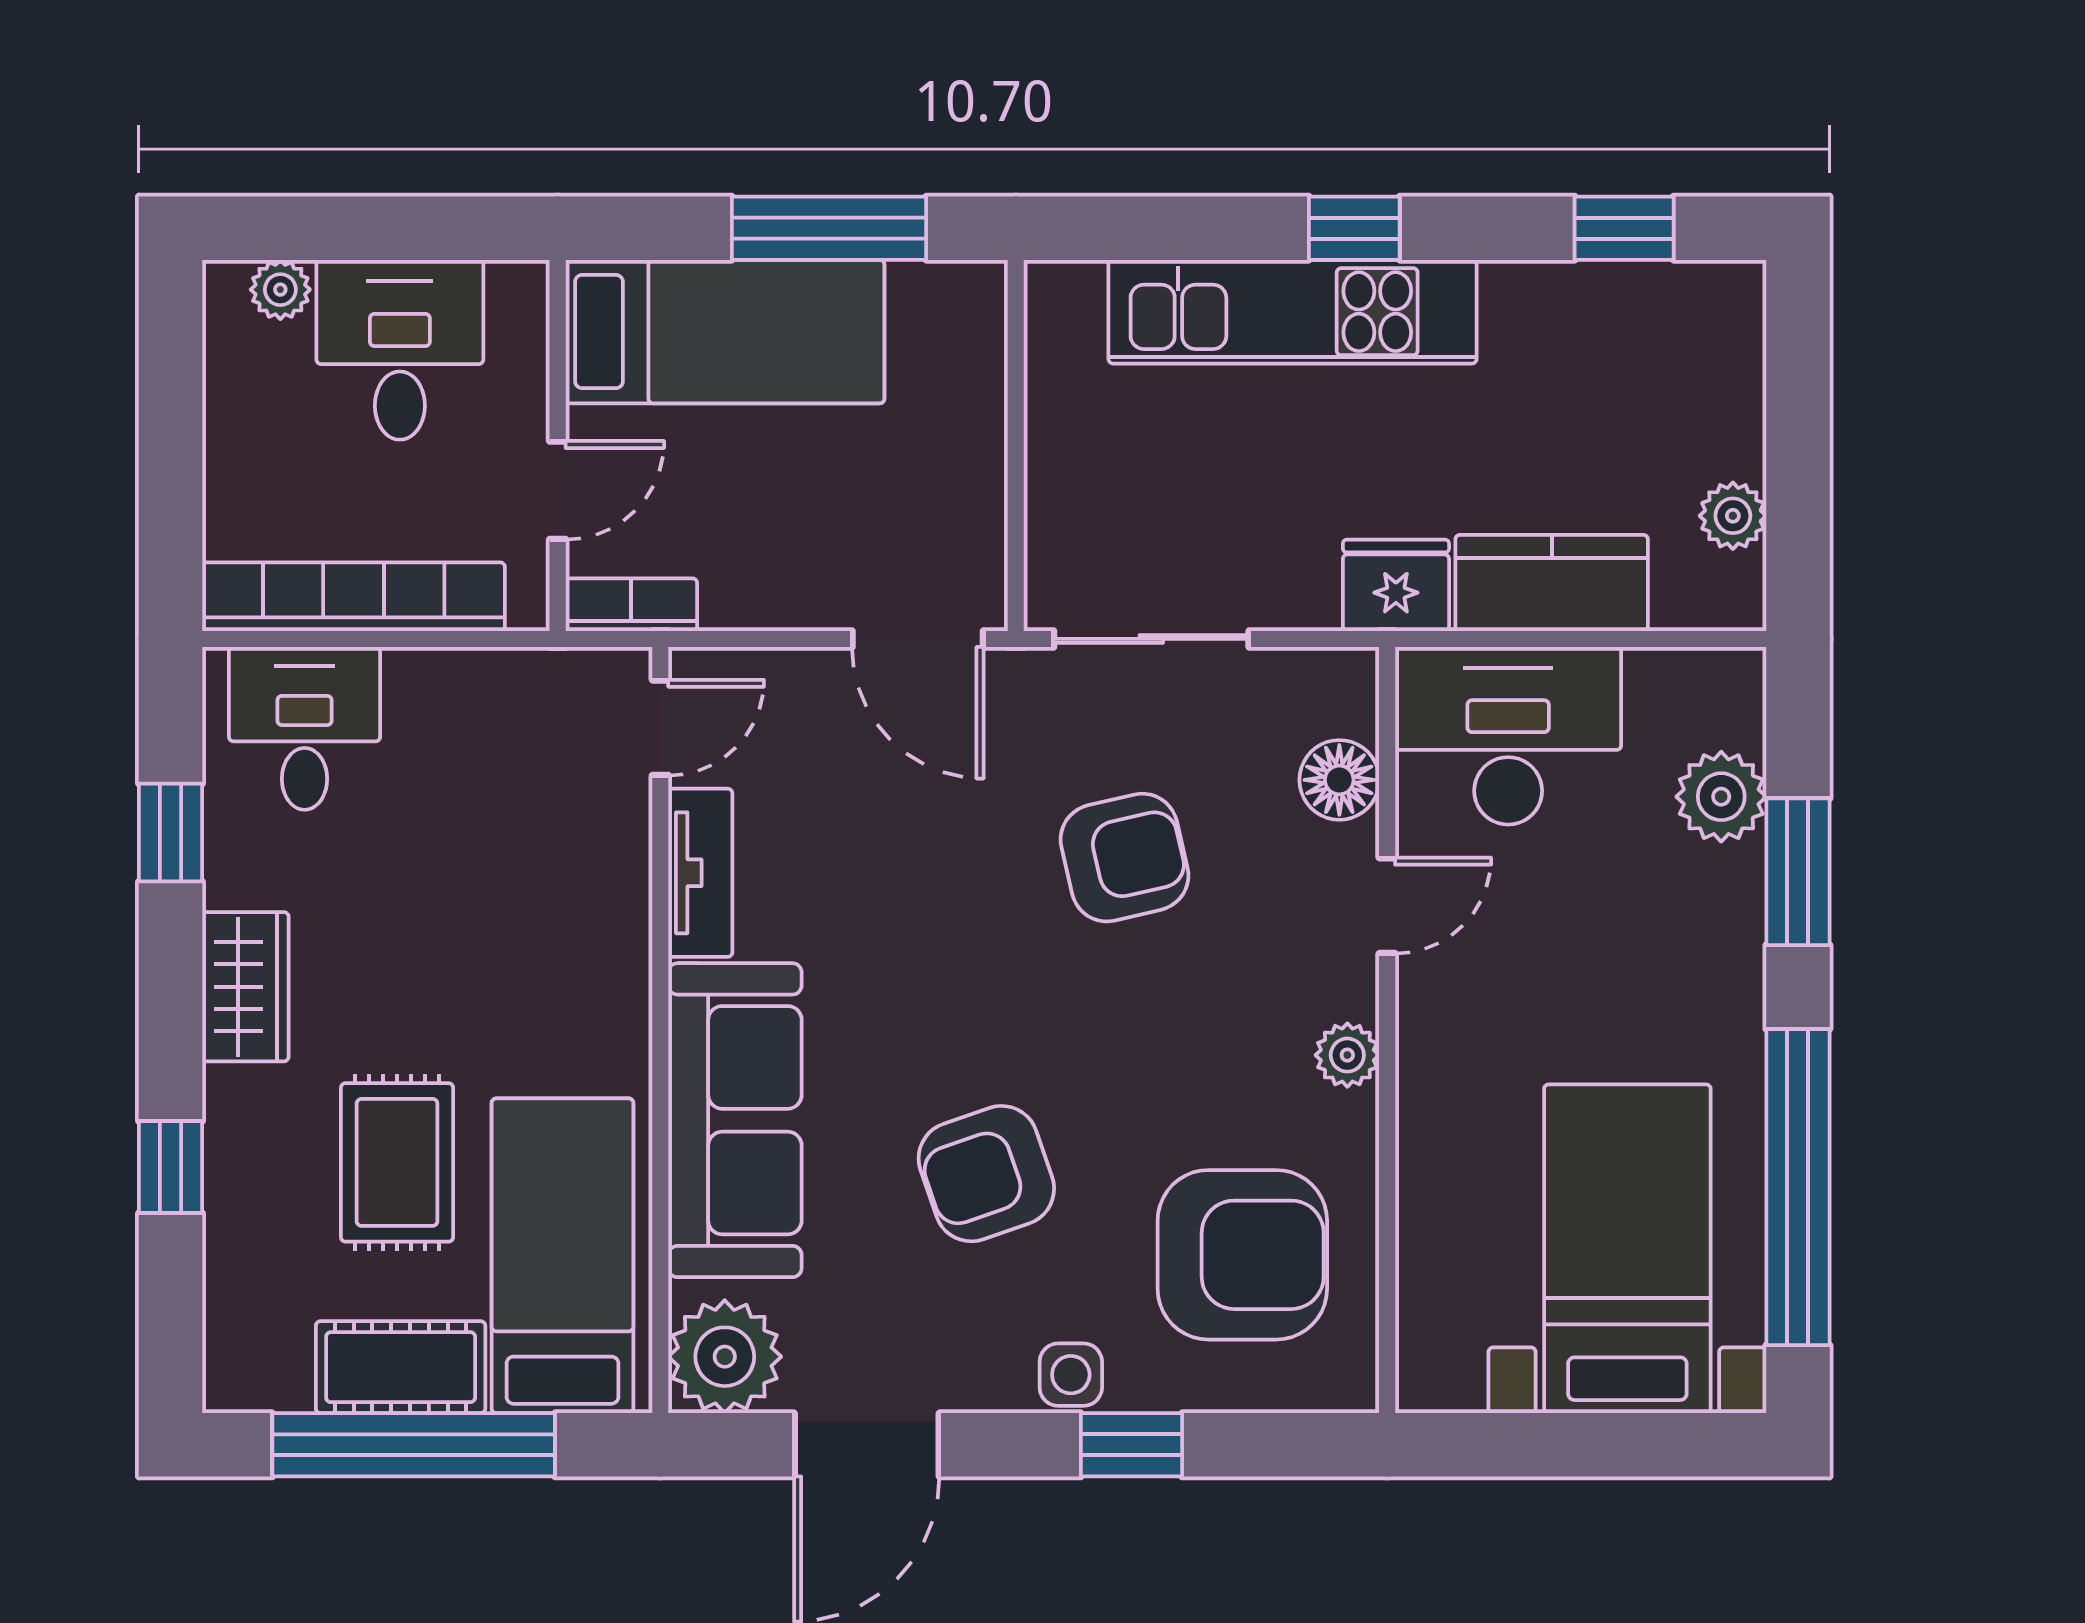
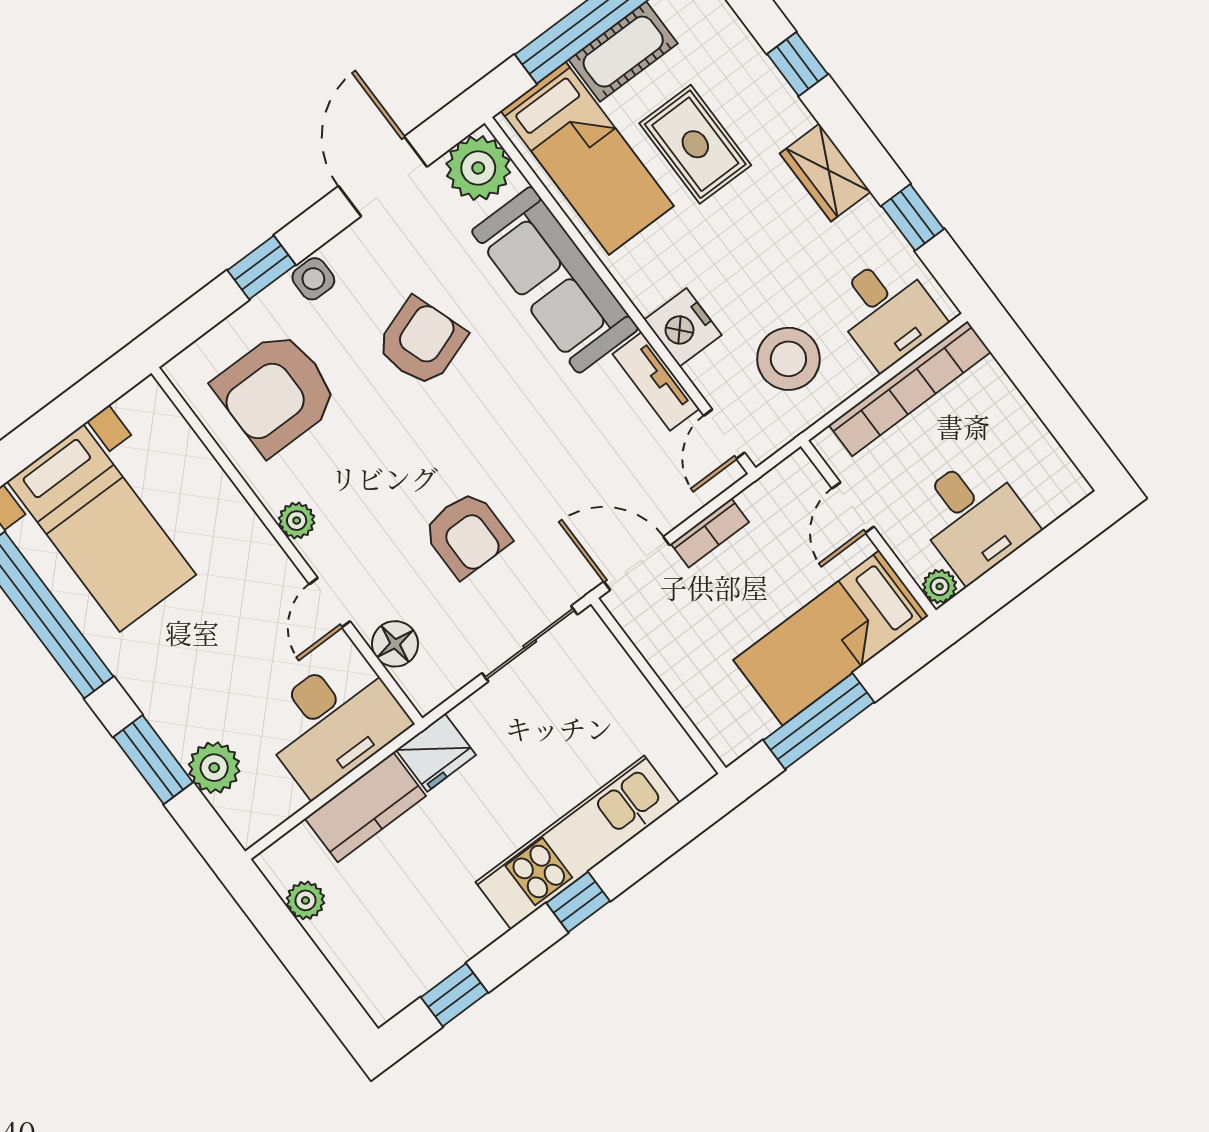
plant: (280, 290) -> (940, 586), moved
bookcase: (631, 605) -> (710, 533), moved
stool: (492, 765) -> (788, 359), added
armchair: (1124, 858) -> (467, 534), turned -77
nightstand: (606, 920) -> (683, 327), added

